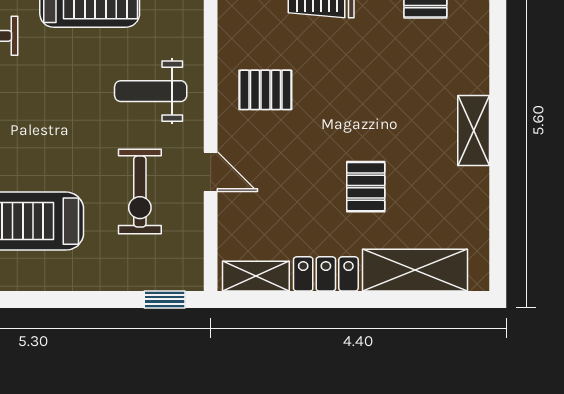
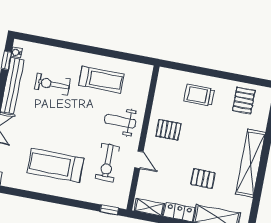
shelving: (474, 131) -> (250, 163), width x2.20, depth x1.33
pallet: (366, 187) -> (203, 179), turned 90

